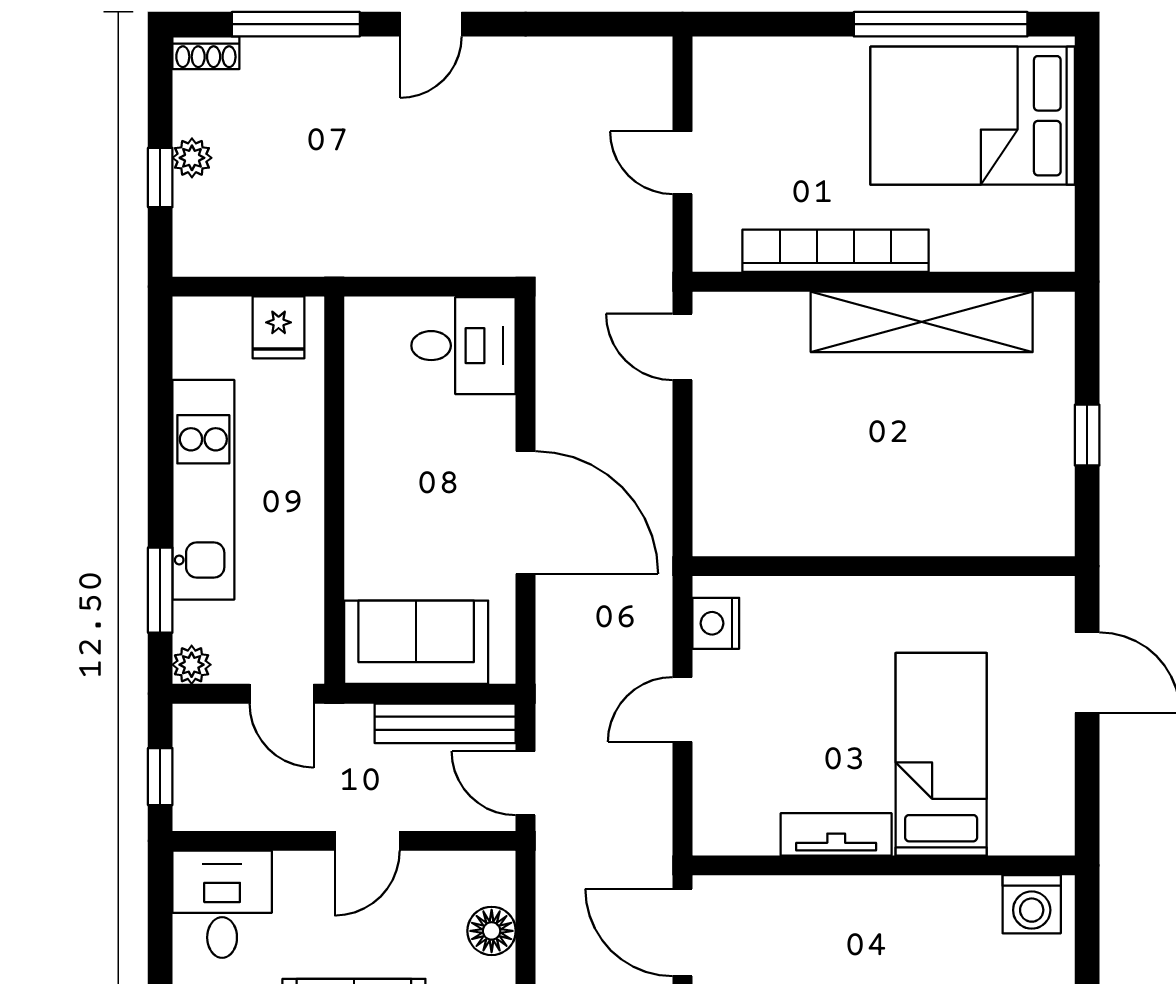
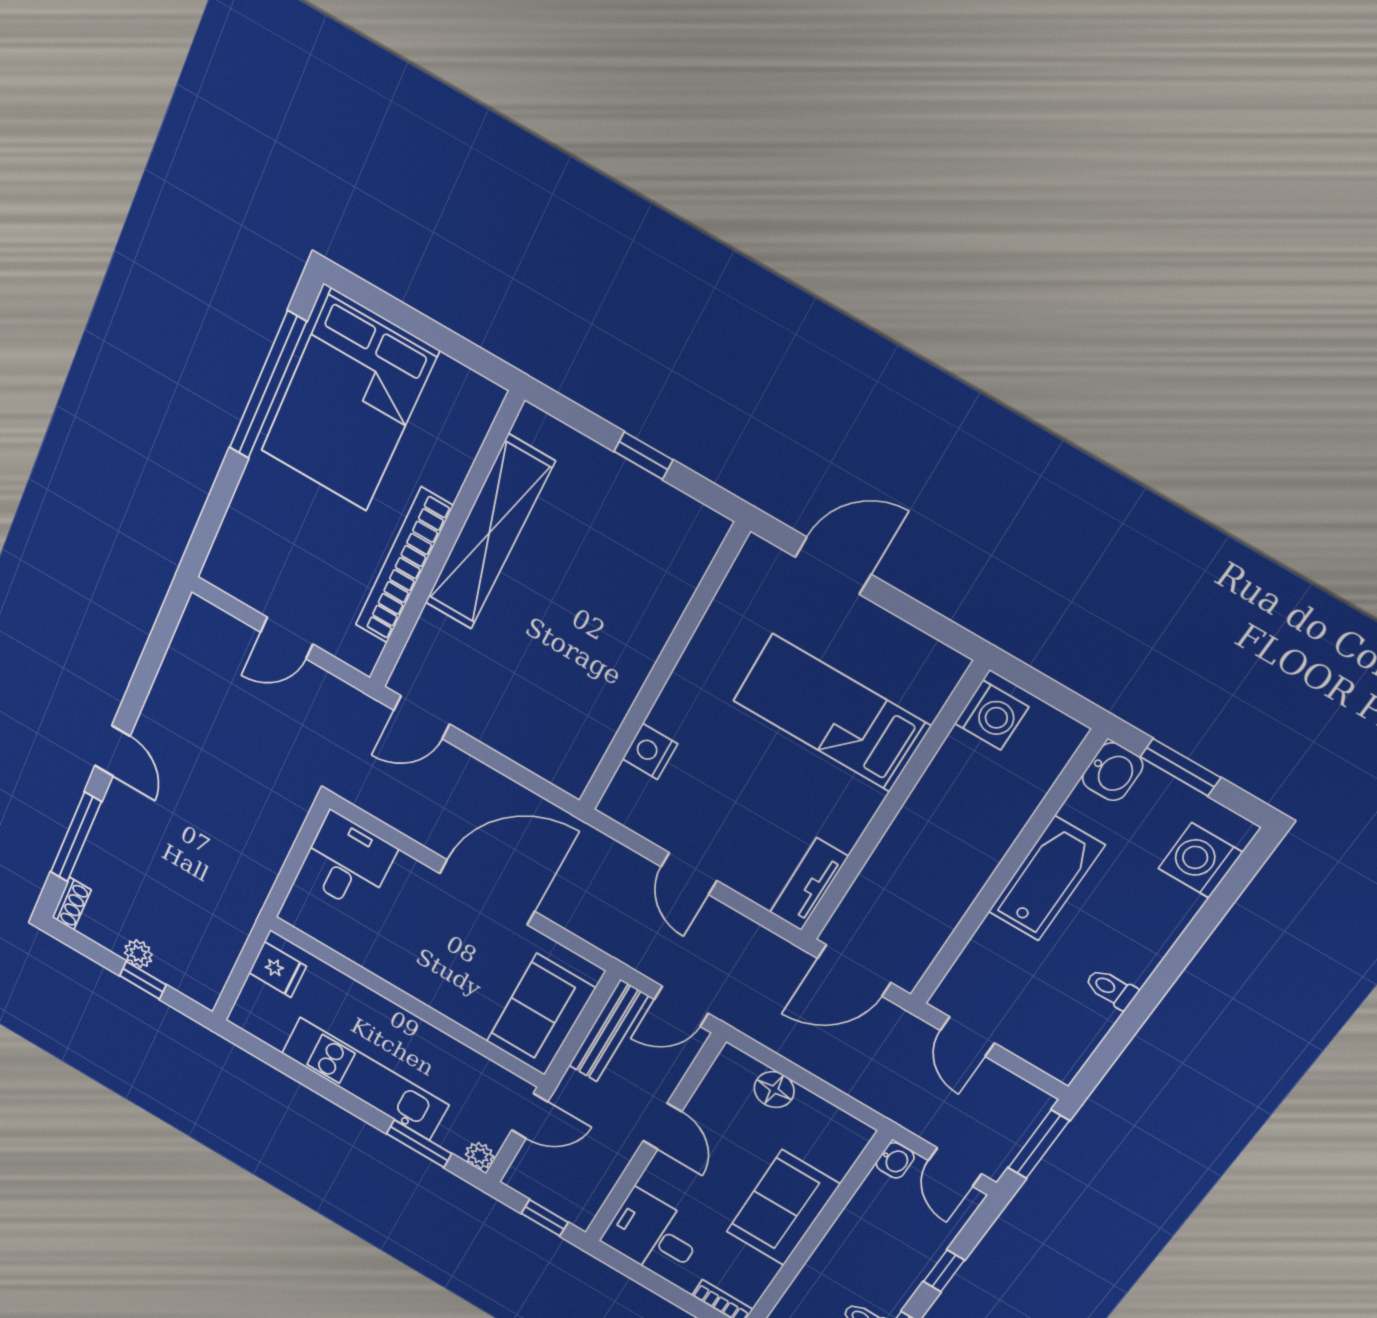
nightstand: (716, 623) -> (650, 751), moved, turned 90
tv unit: (836, 834) -> (809, 884), moved

